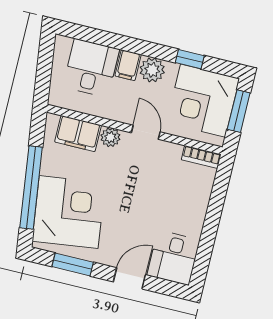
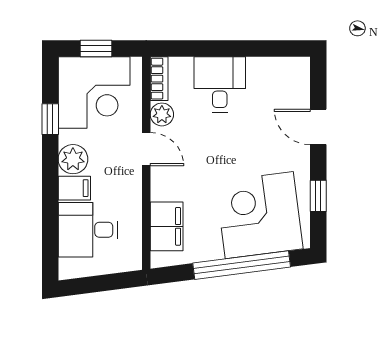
window: (239, 111) -> (96, 48), width x0.67
door: (146, 132) -> (146, 149), swing flipped
plant: (110, 137) -> (162, 114), moved
desk: (173, 258) -> (220, 84), moved, turned -90
window: (73, 264) -> (318, 196), width x0.67

